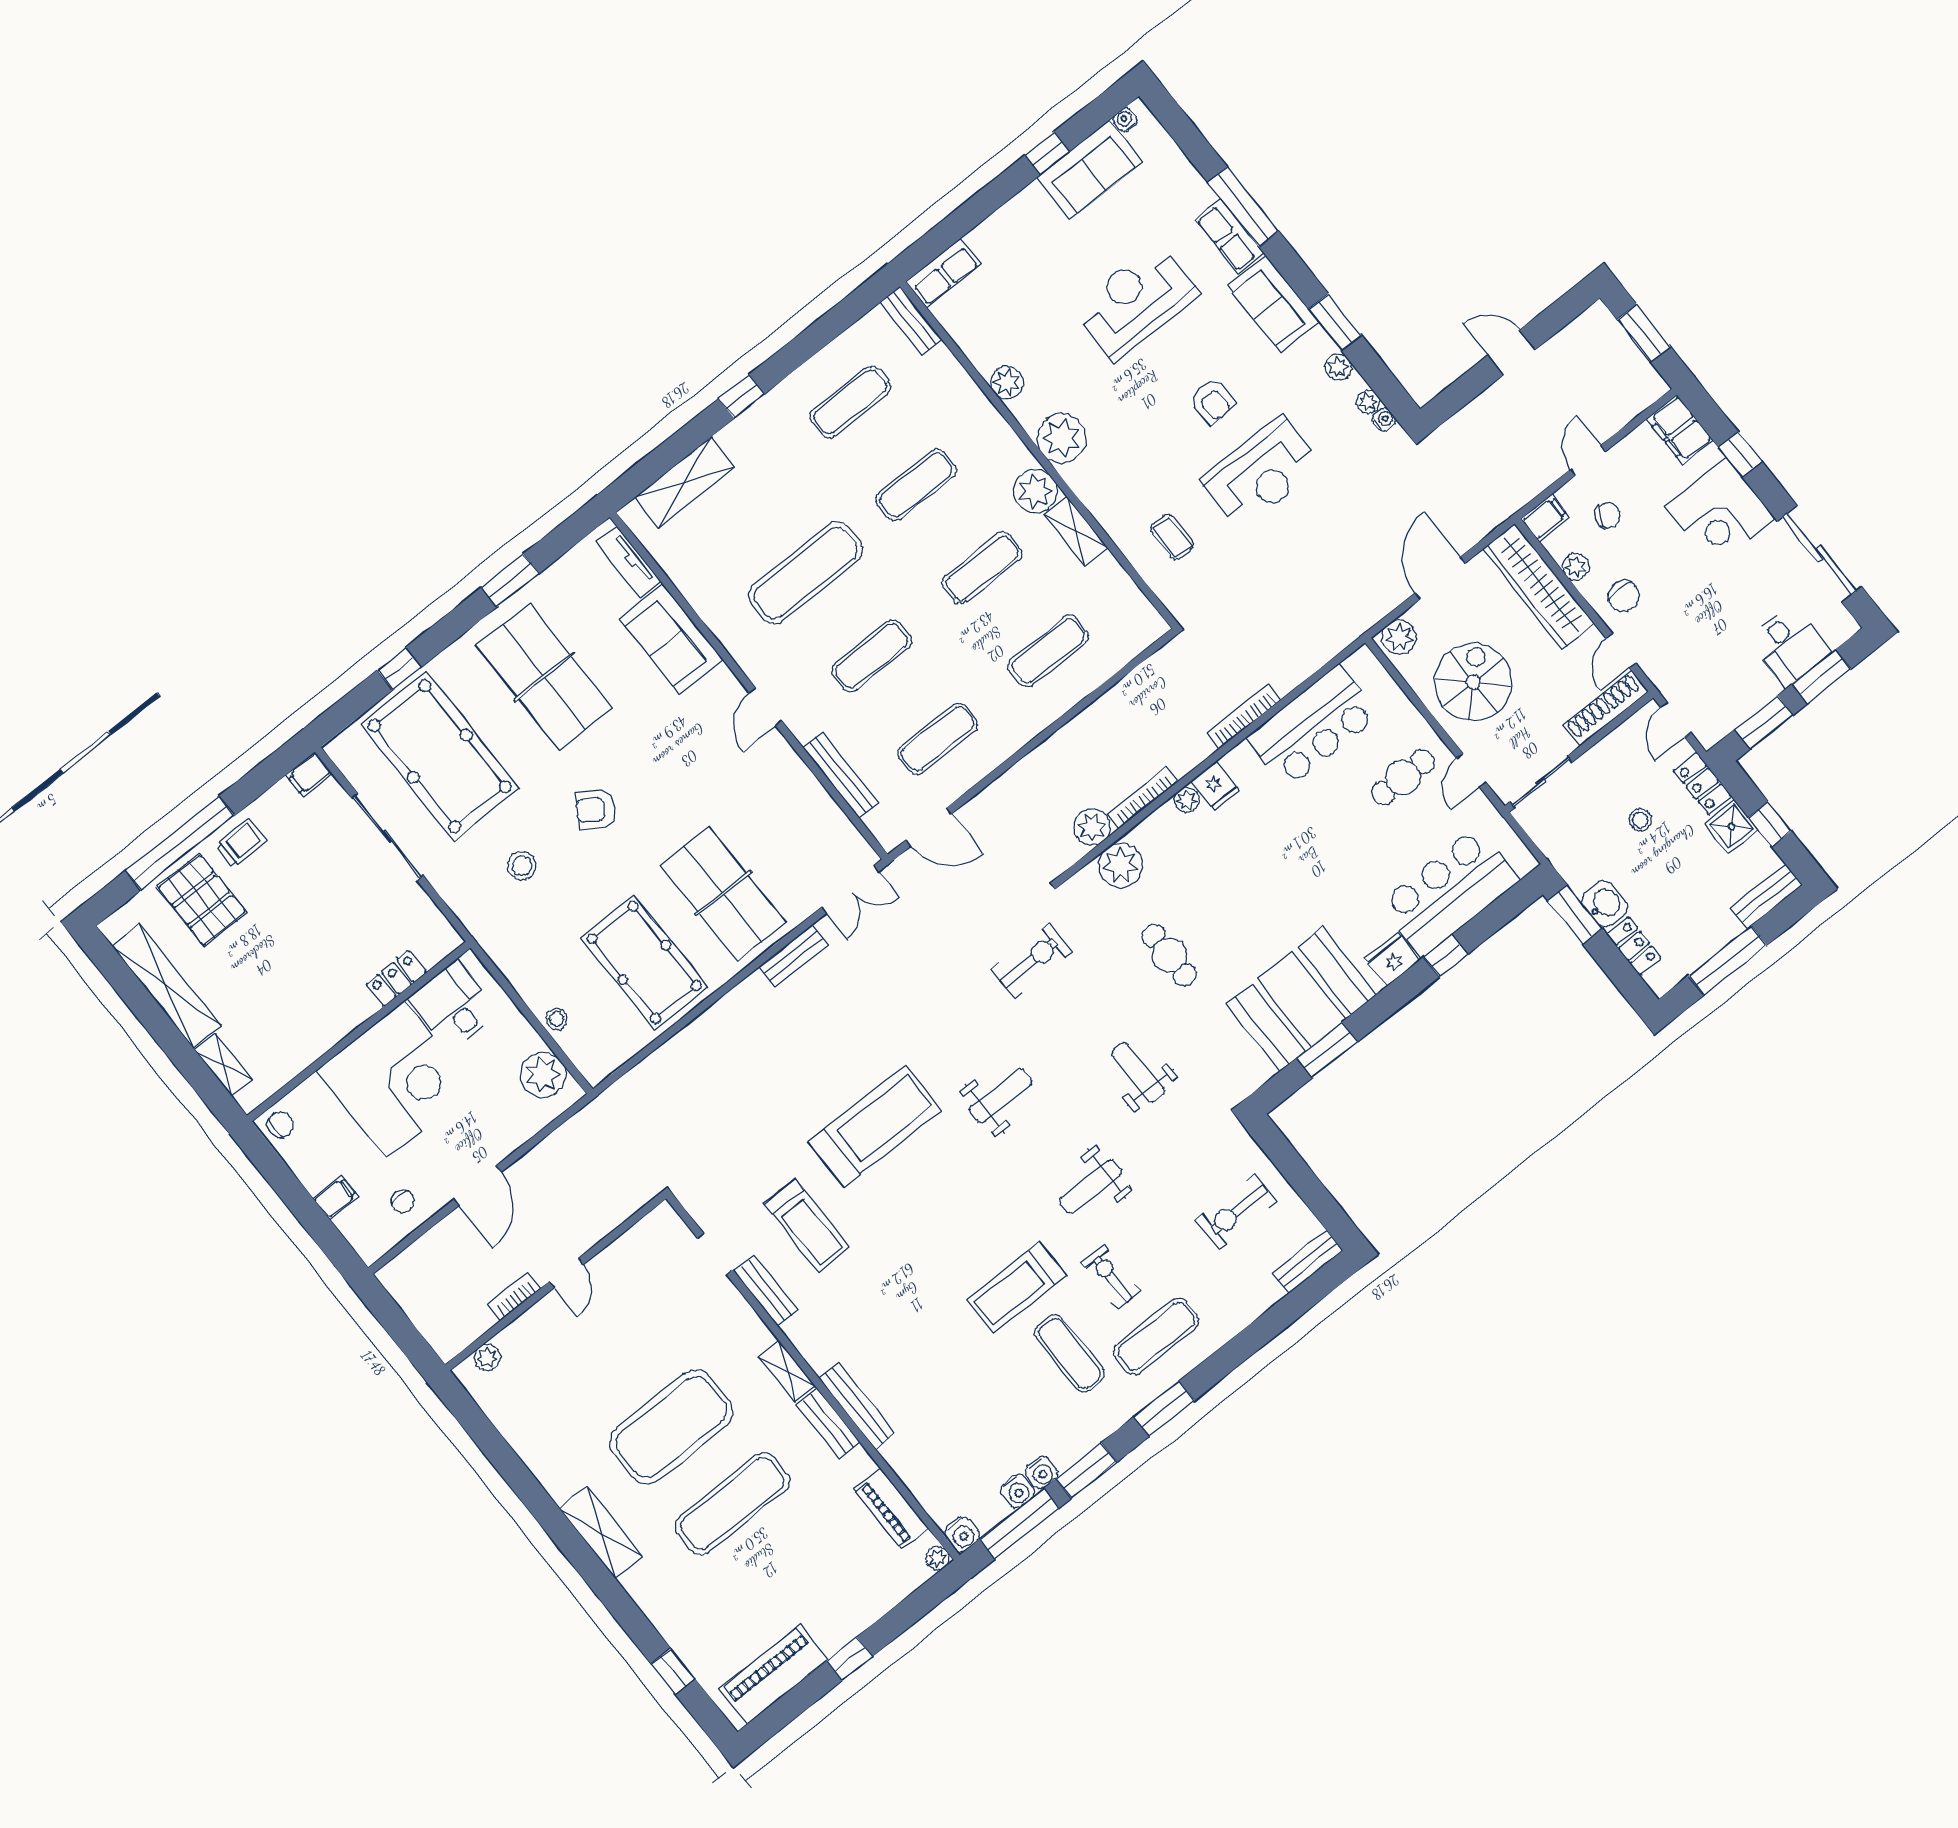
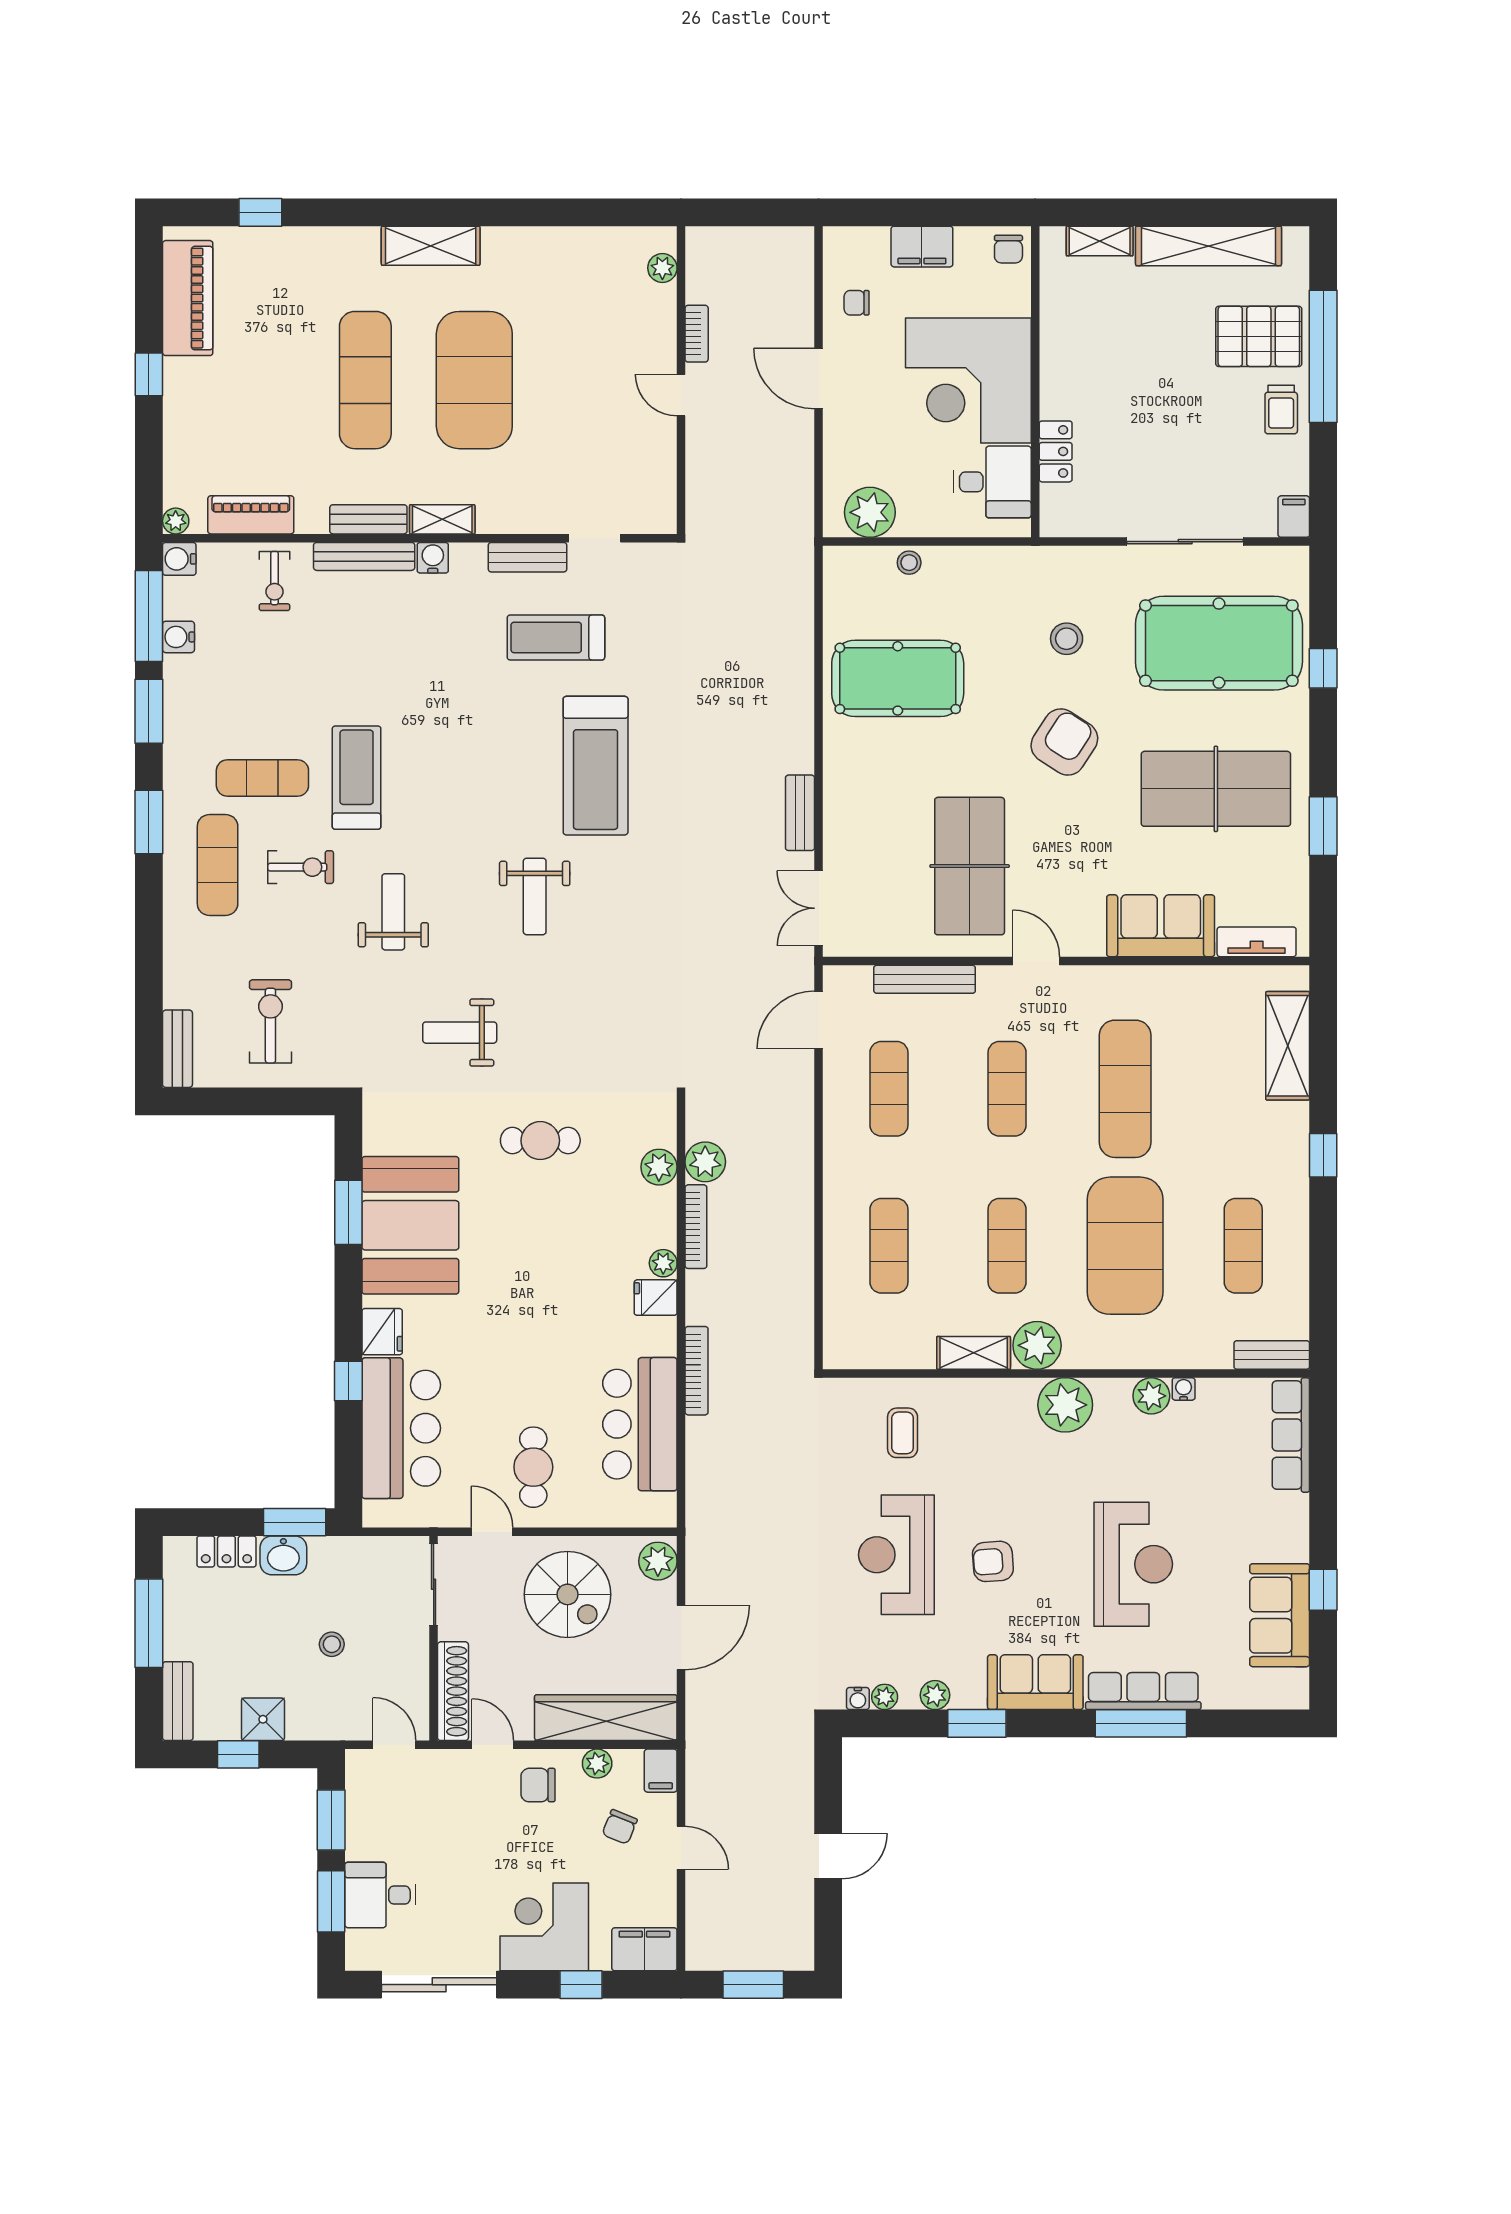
water cooler: (1125, 120) -> (1184, 1389), moved, turned -90
row of seats: (1230, 236) -> (1143, 1691), width x1.48
row of seats: (943, 273) -> (1291, 1435), width x1.48
exercise mat: (916, 485) -> (1125, 1246), width x2.00, depth x1.45
coffee table: (1172, 537) -> (903, 1433), turned 90
door: (1440, 578) -> (681, 1638), hinge flipped
locker: (1702, 783) -> (320, 1724), removed
armchair: (596, 810) -> (1064, 742), width x1.38, depth x1.38
plant: (1121, 865) -> (659, 1167), width x0.73, depth x0.73
table tennis table: (723, 894) -> (970, 866), moved, turned 90
exercise bike: (1032, 961) -> (274, 581), moved, width x0.73, depth x0.72
weight bench: (1138, 1072) -> (460, 1033), turned 180
filing cabinet: (336, 1198) -> (922, 247), width x2.00
water cooler: (1042, 1473) -> (433, 558), moved, turned 90

